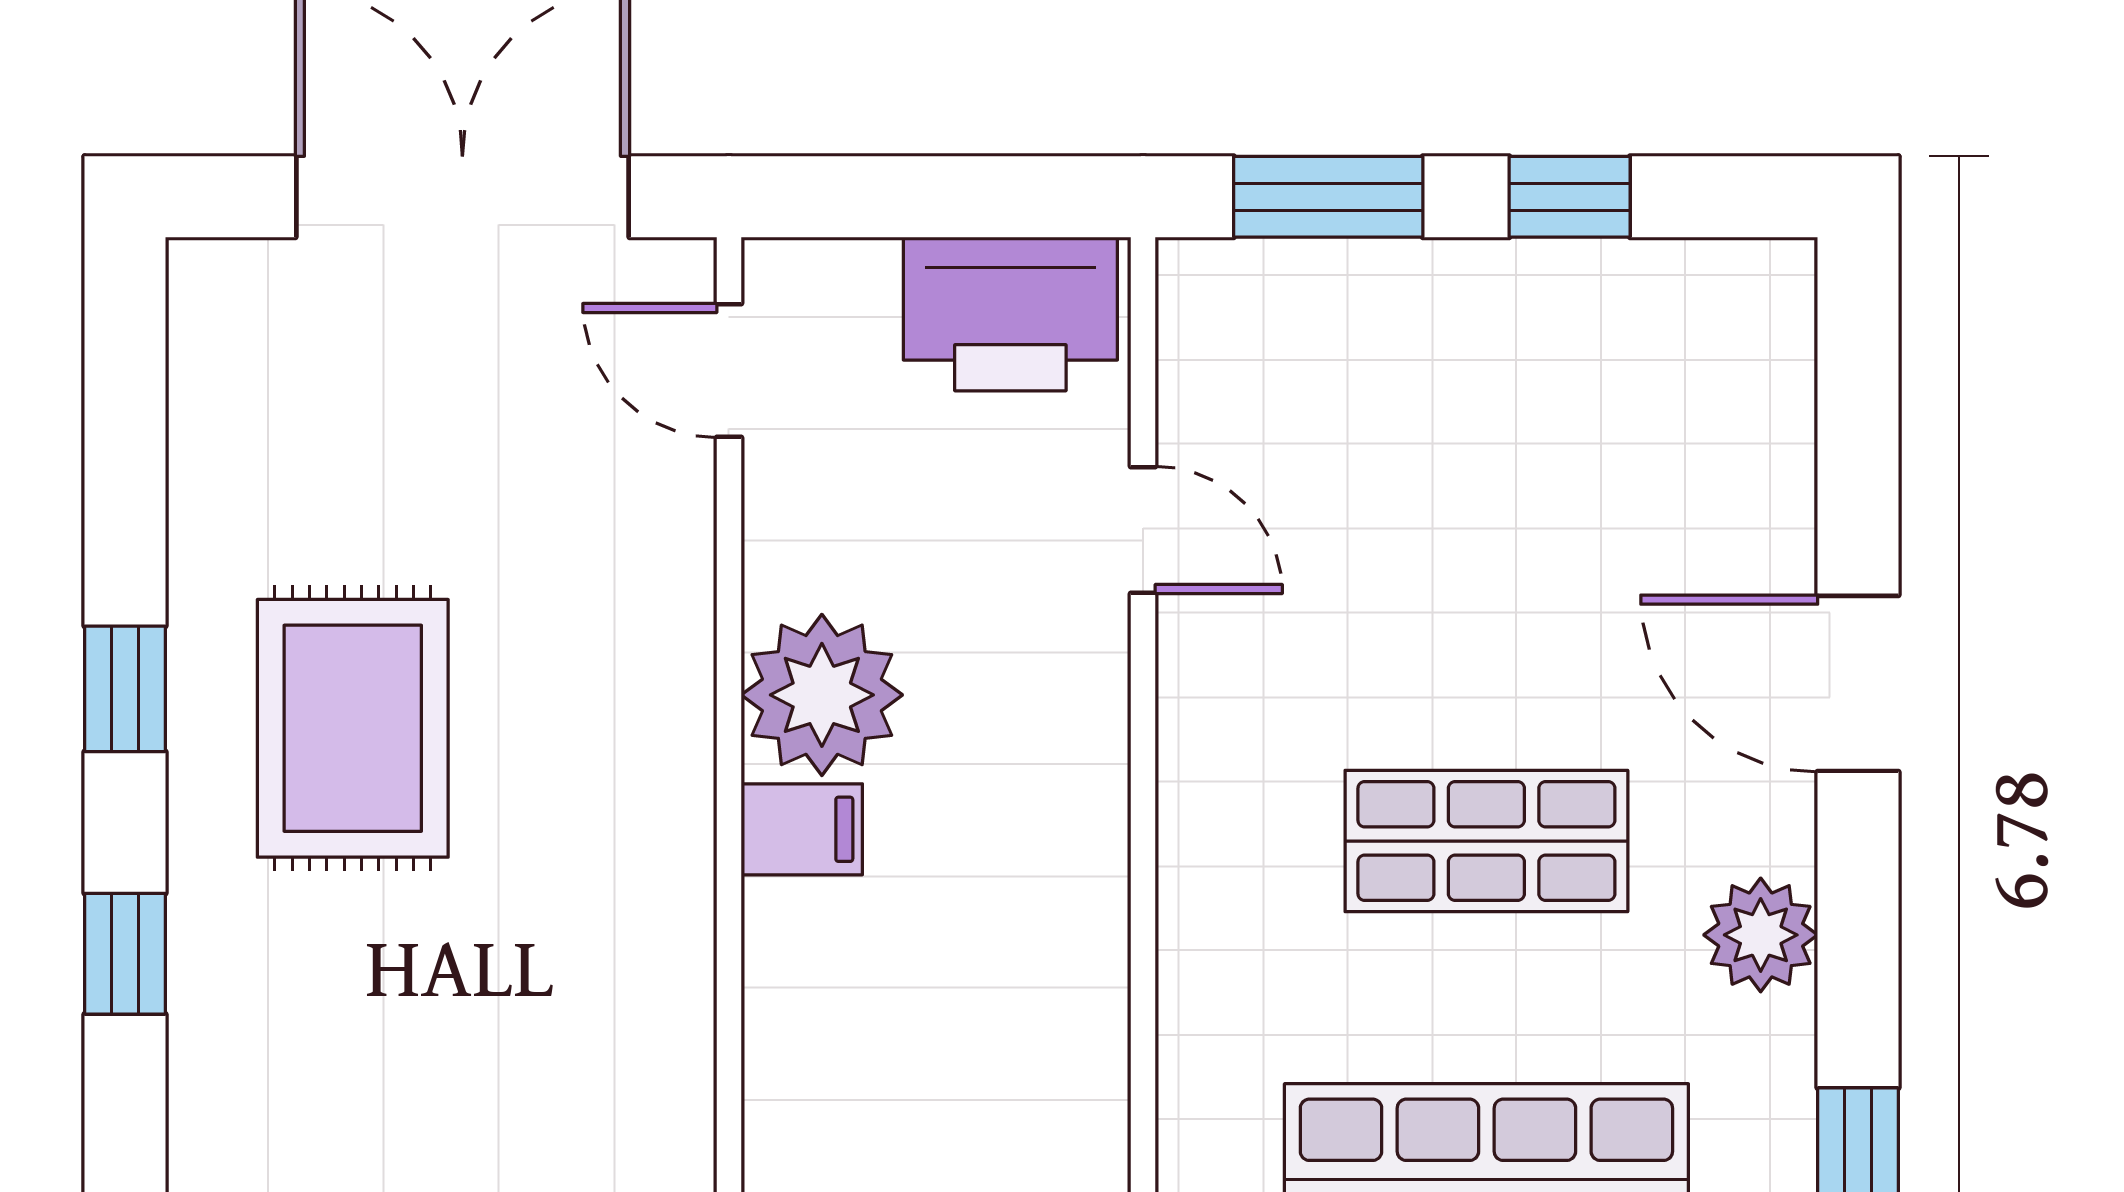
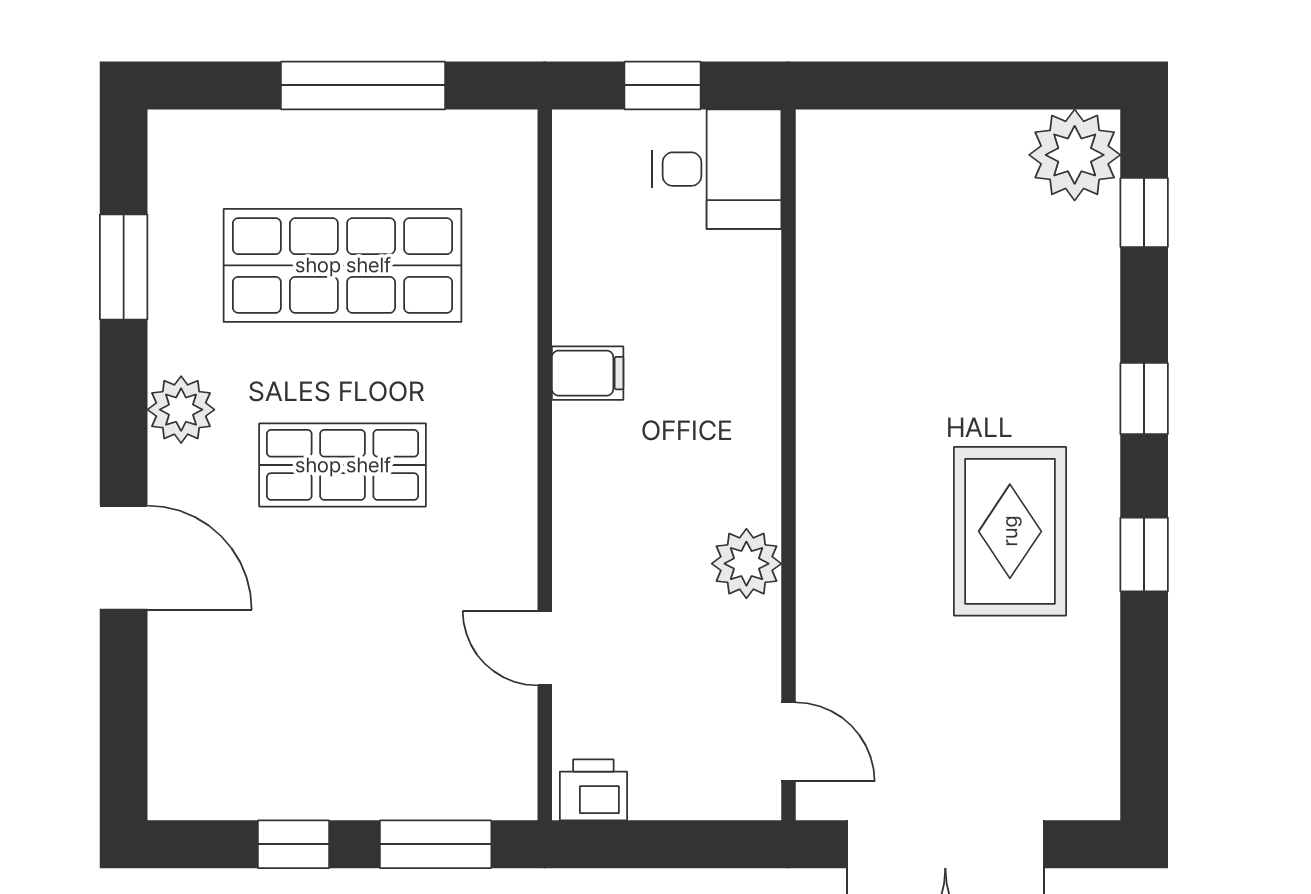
printer: (1010, 314) -> (593, 790), width x0.53, depth x0.68
plant: (822, 695) -> (746, 564), width x0.73, depth x0.73
filing cabinet: (802, 829) -> (588, 373), moved, turned 180

